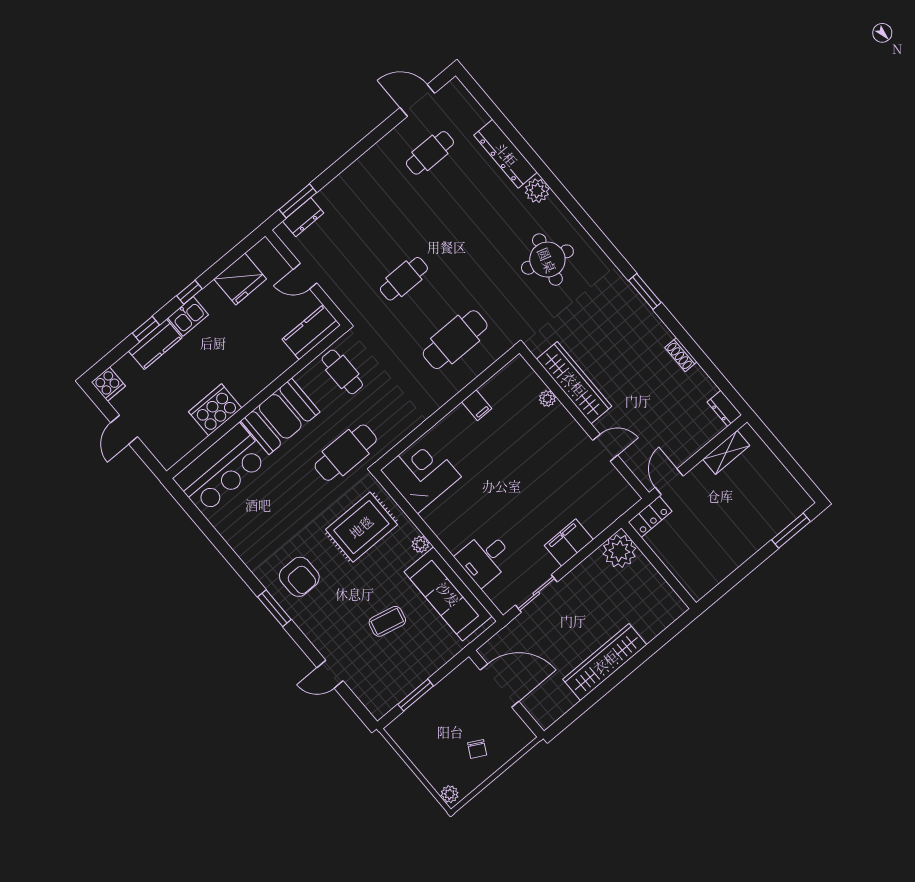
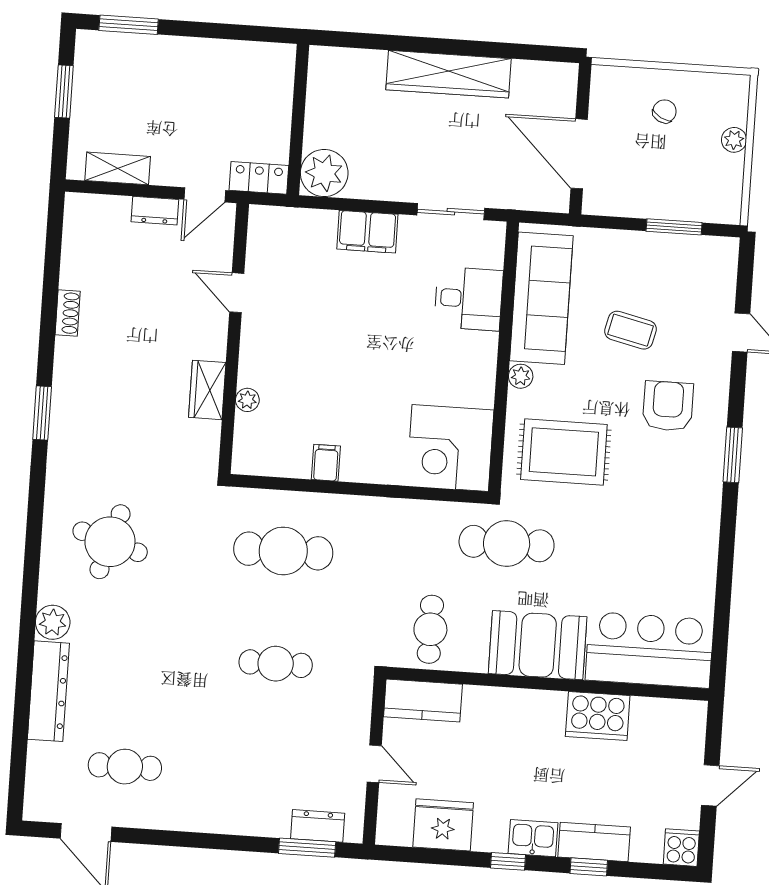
wardrobe: (574, 383) -> (207, 390), width x0.48, depth x0.85
dresser: (724, 408) -> (155, 211), moved, turned 90
window: (791, 465) -> (64, 91), added
armchair: (299, 577) -> (668, 406), moved
plant: (450, 794) -> (734, 140), moved

